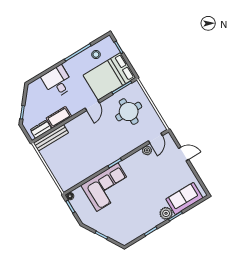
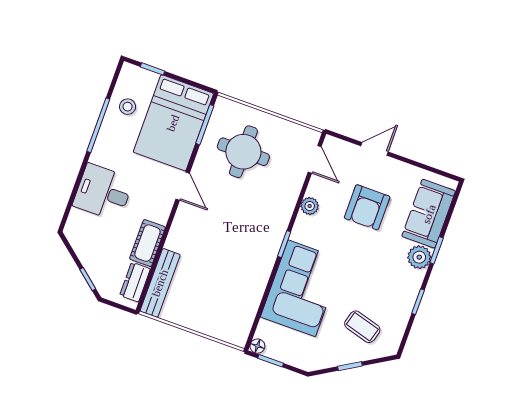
plant: (147, 150) -> (310, 206), moved
armchair: (161, 175) -> (367, 207), added
coffee table: (119, 223) -> (362, 327), added

